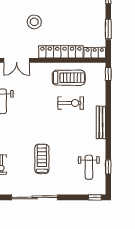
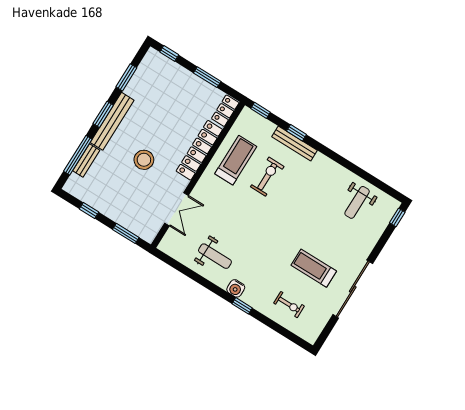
bench: (101, 122) -> (294, 144), moved
treadmill: (42, 159) -> (314, 268), moved
weight bench: (89, 167) -> (357, 202), turned 90
window: (108, 167) -> (297, 133), moved

